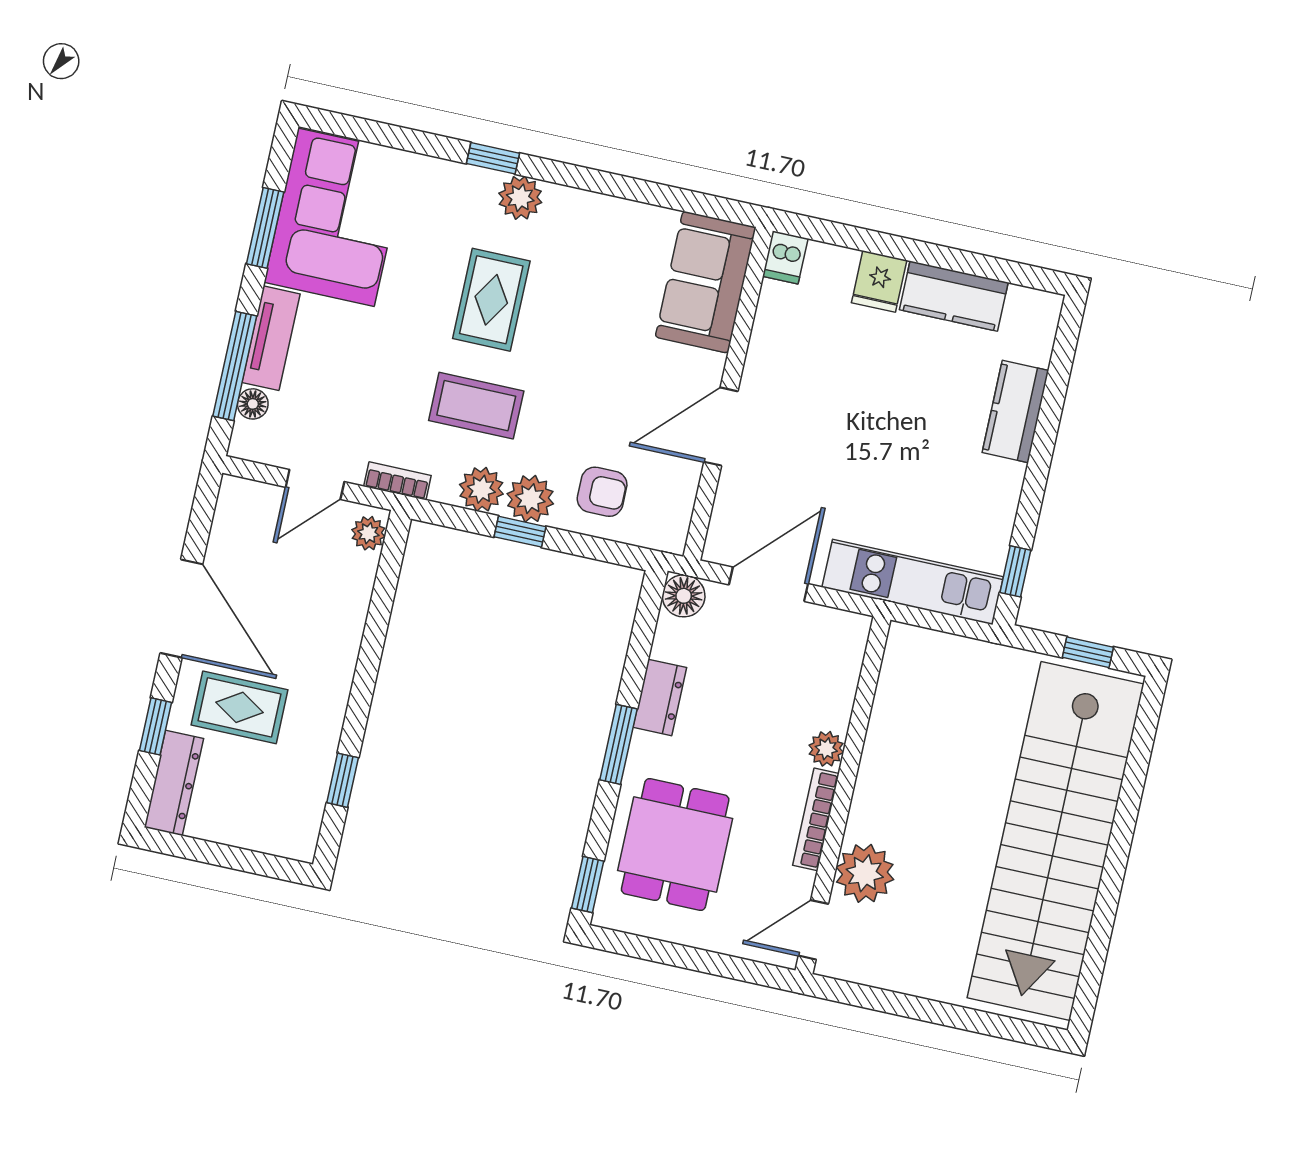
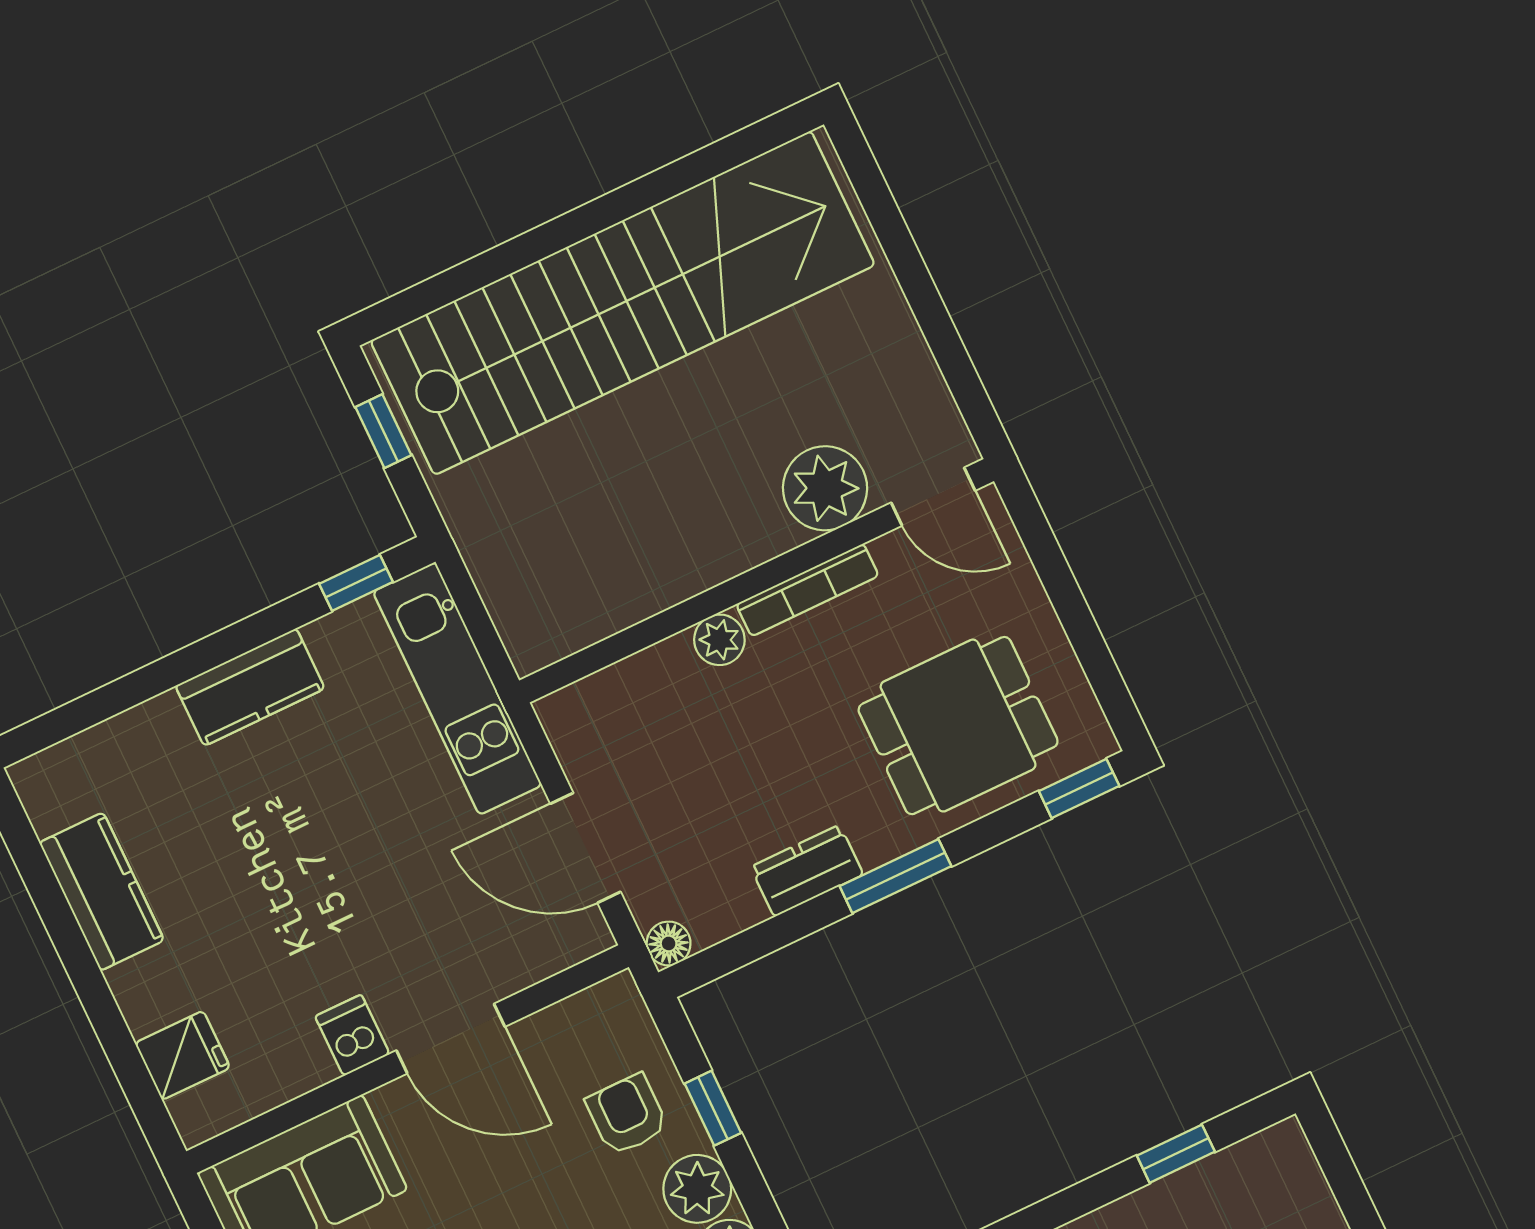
dishwasher: (785, 257) -> (352, 1035), moved, turned -90
fridge: (879, 281) -> (183, 1055), moved
kitchen counter: (1015, 411) -> (250, 687), moved
window: (520, 532) -> (713, 1108), moved
floor lamp: (684, 596) -> (669, 943), width x0.73, depth x0.73

